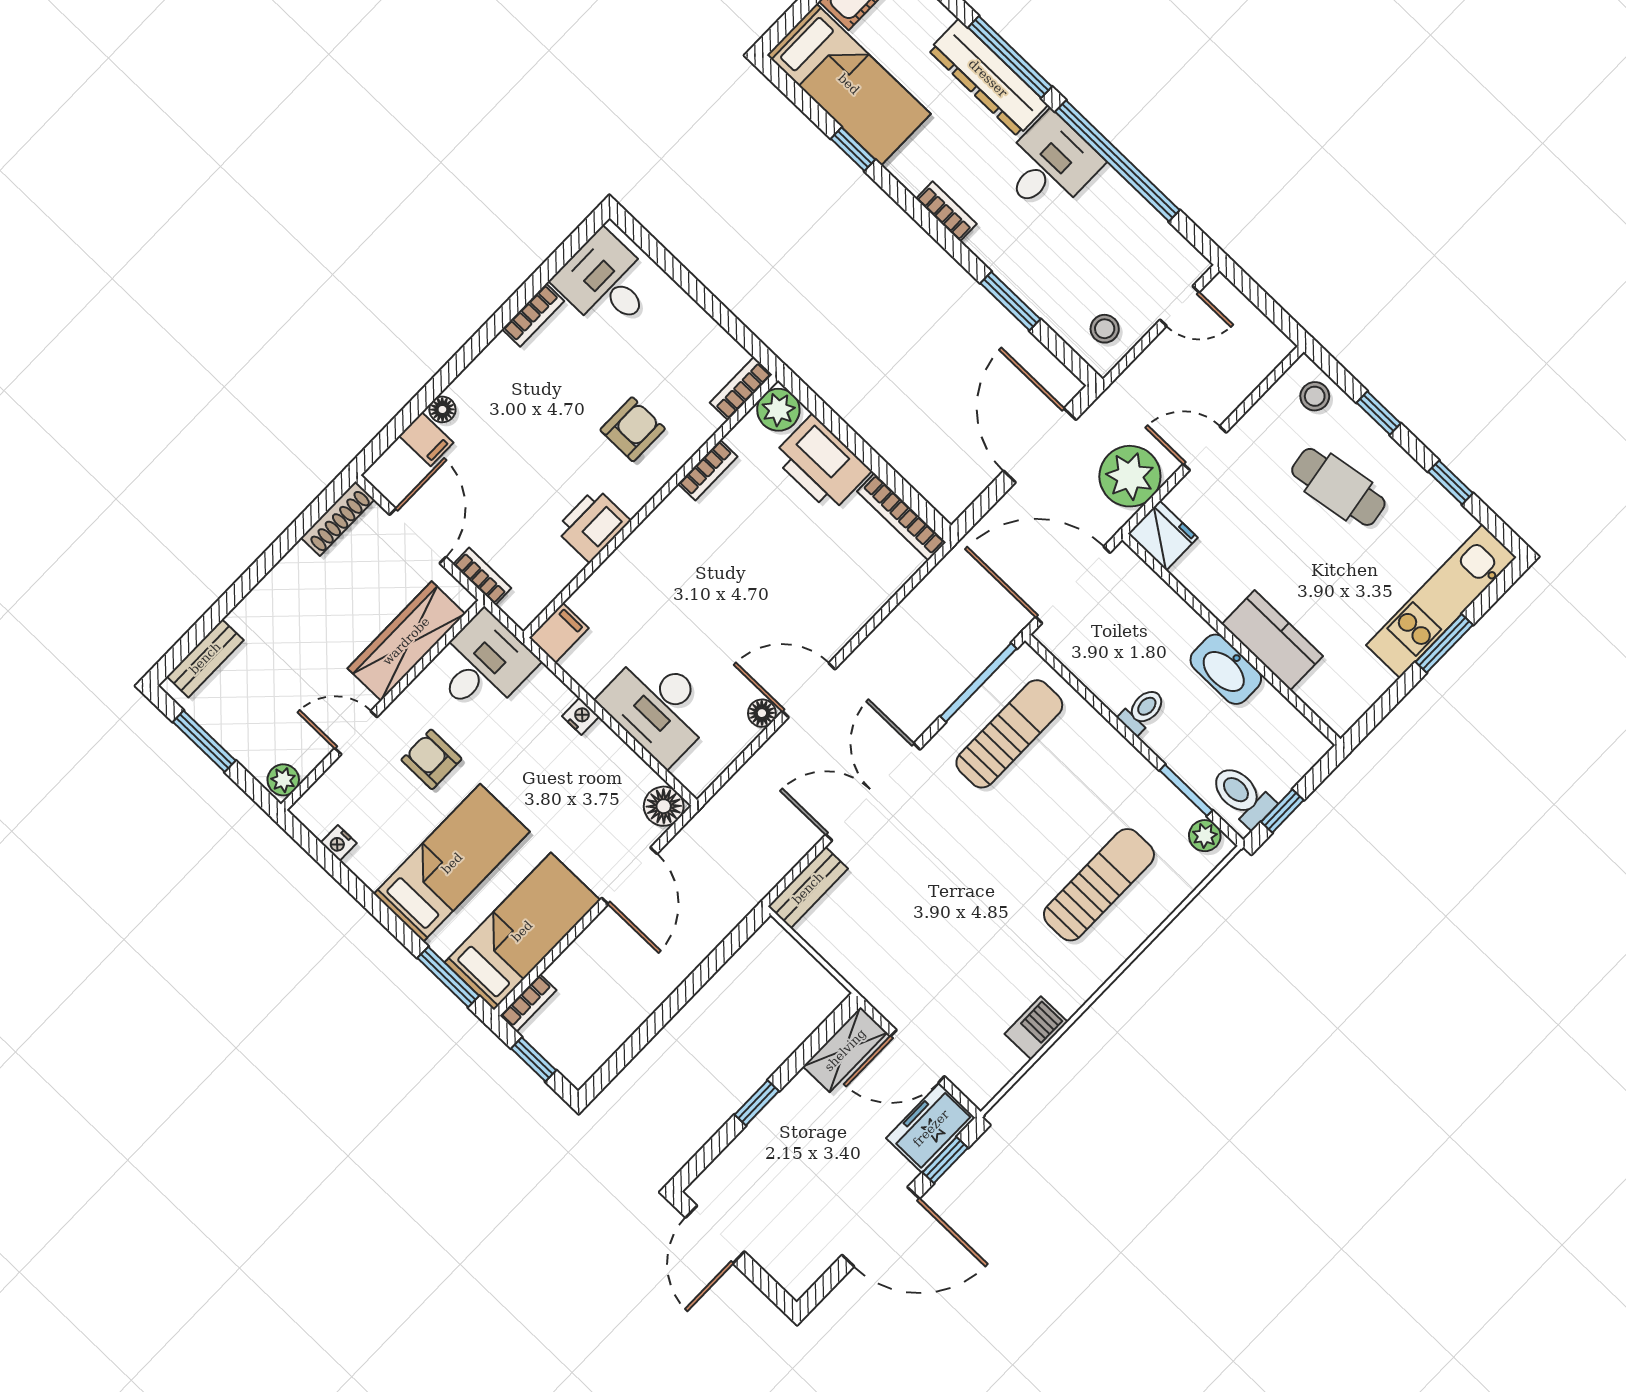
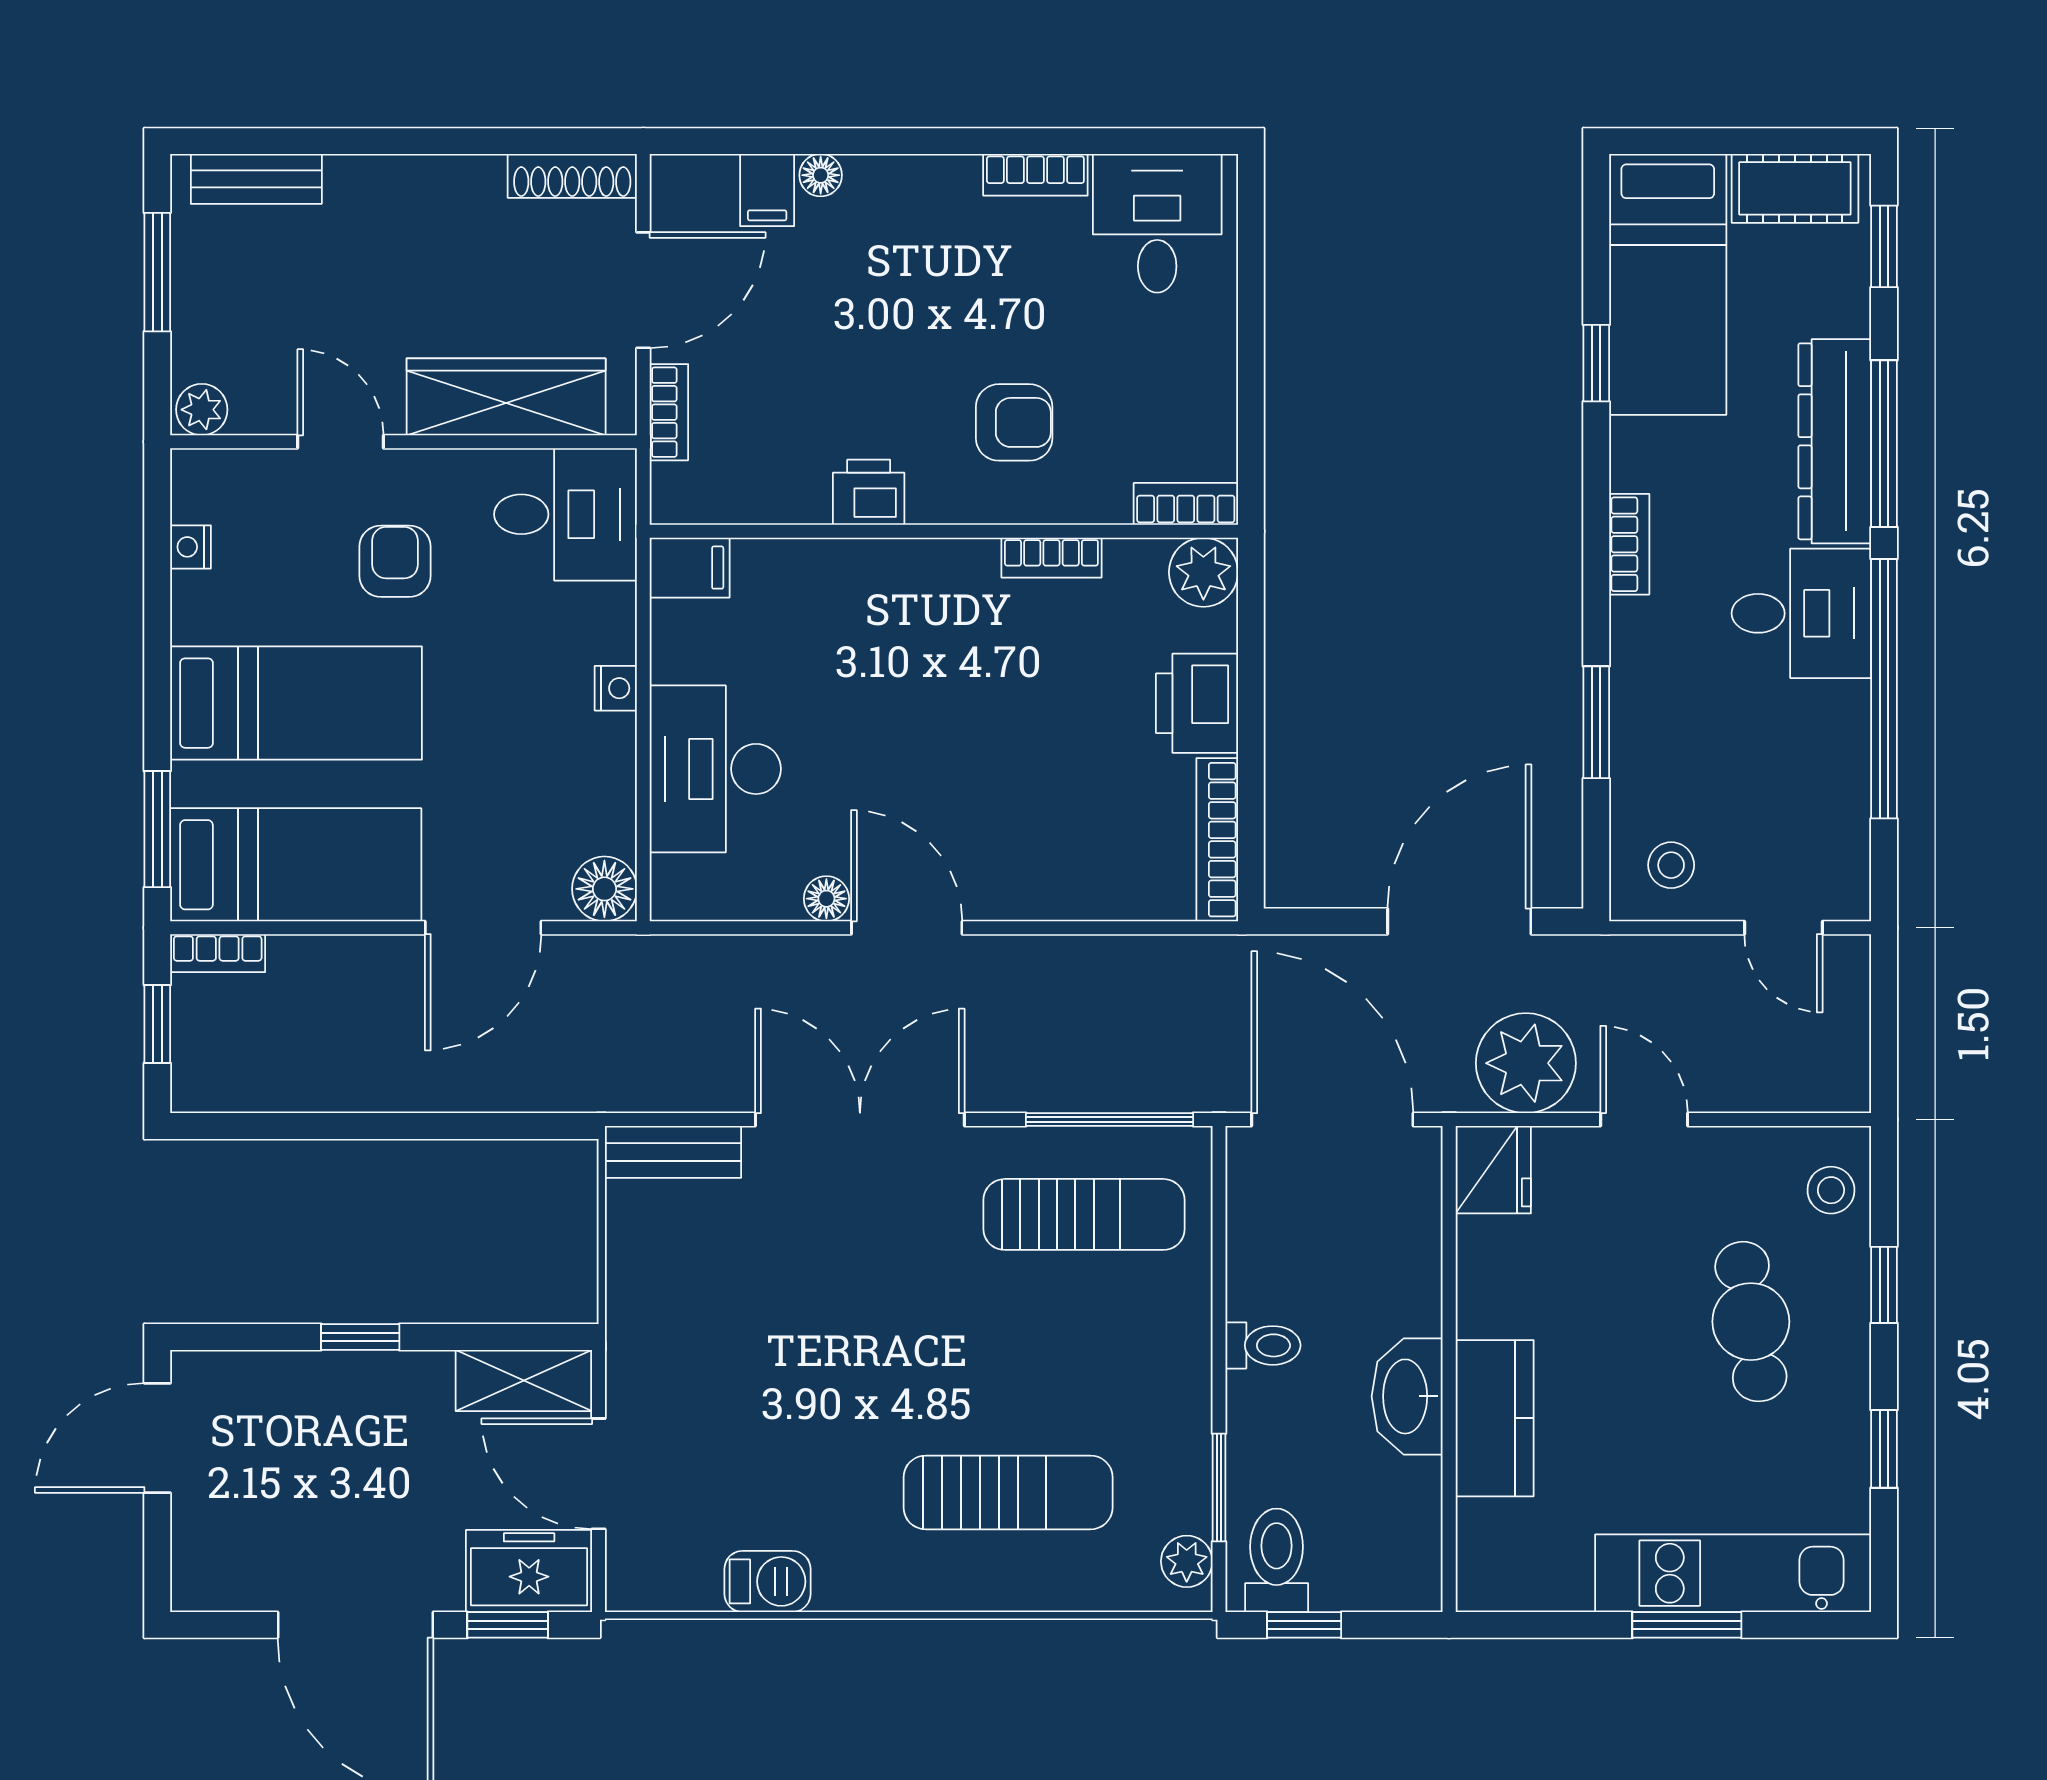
printer: (822, 464) -> (1197, 703), width x0.73, depth x0.84
printer: (593, 525) -> (869, 492), width x0.73, depth x0.81

